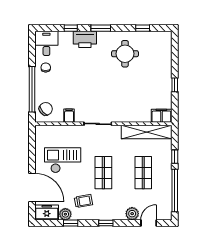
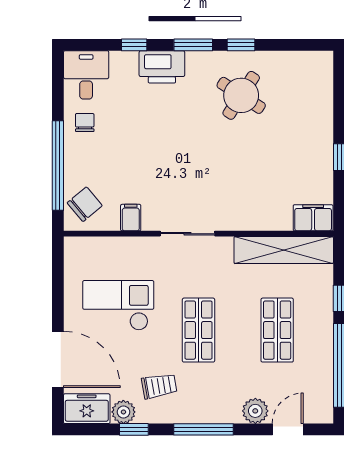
window: (143, 28) -> (241, 45), moved
round table: (125, 54) -> (241, 95), turned 33
window: (106, 223) -> (203, 429), width x2.17

